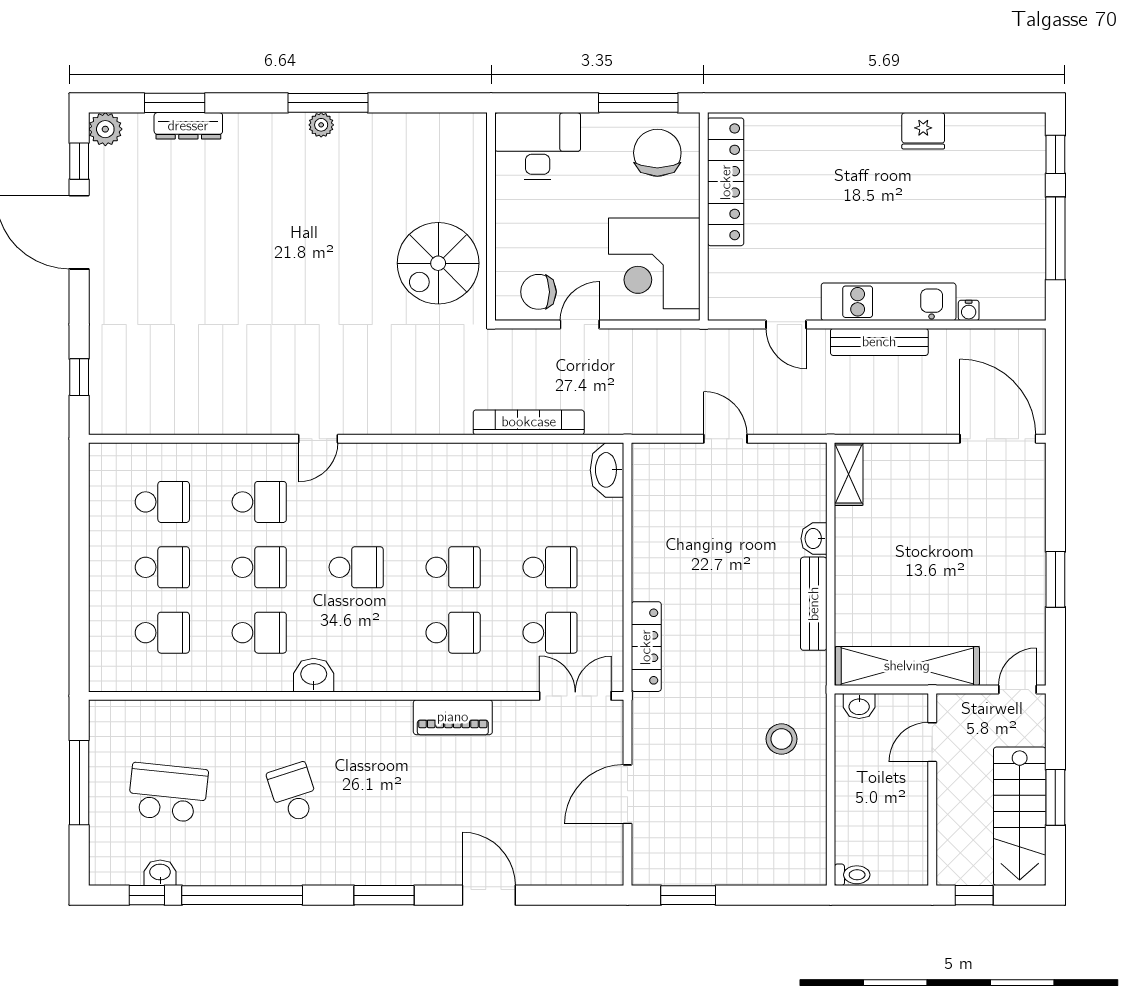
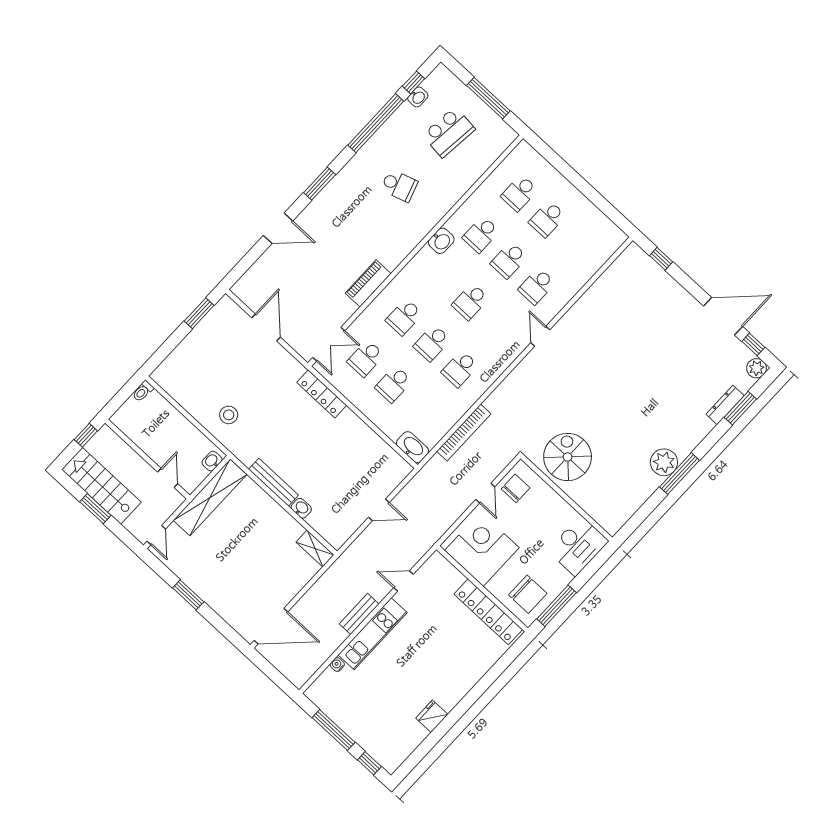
plant: (321, 125) -> (664, 462), width x1.88, depth x1.88
bench: (879, 342) -> (359, 614), width x0.73
school desk: (162, 502) -> (460, 369), moved

